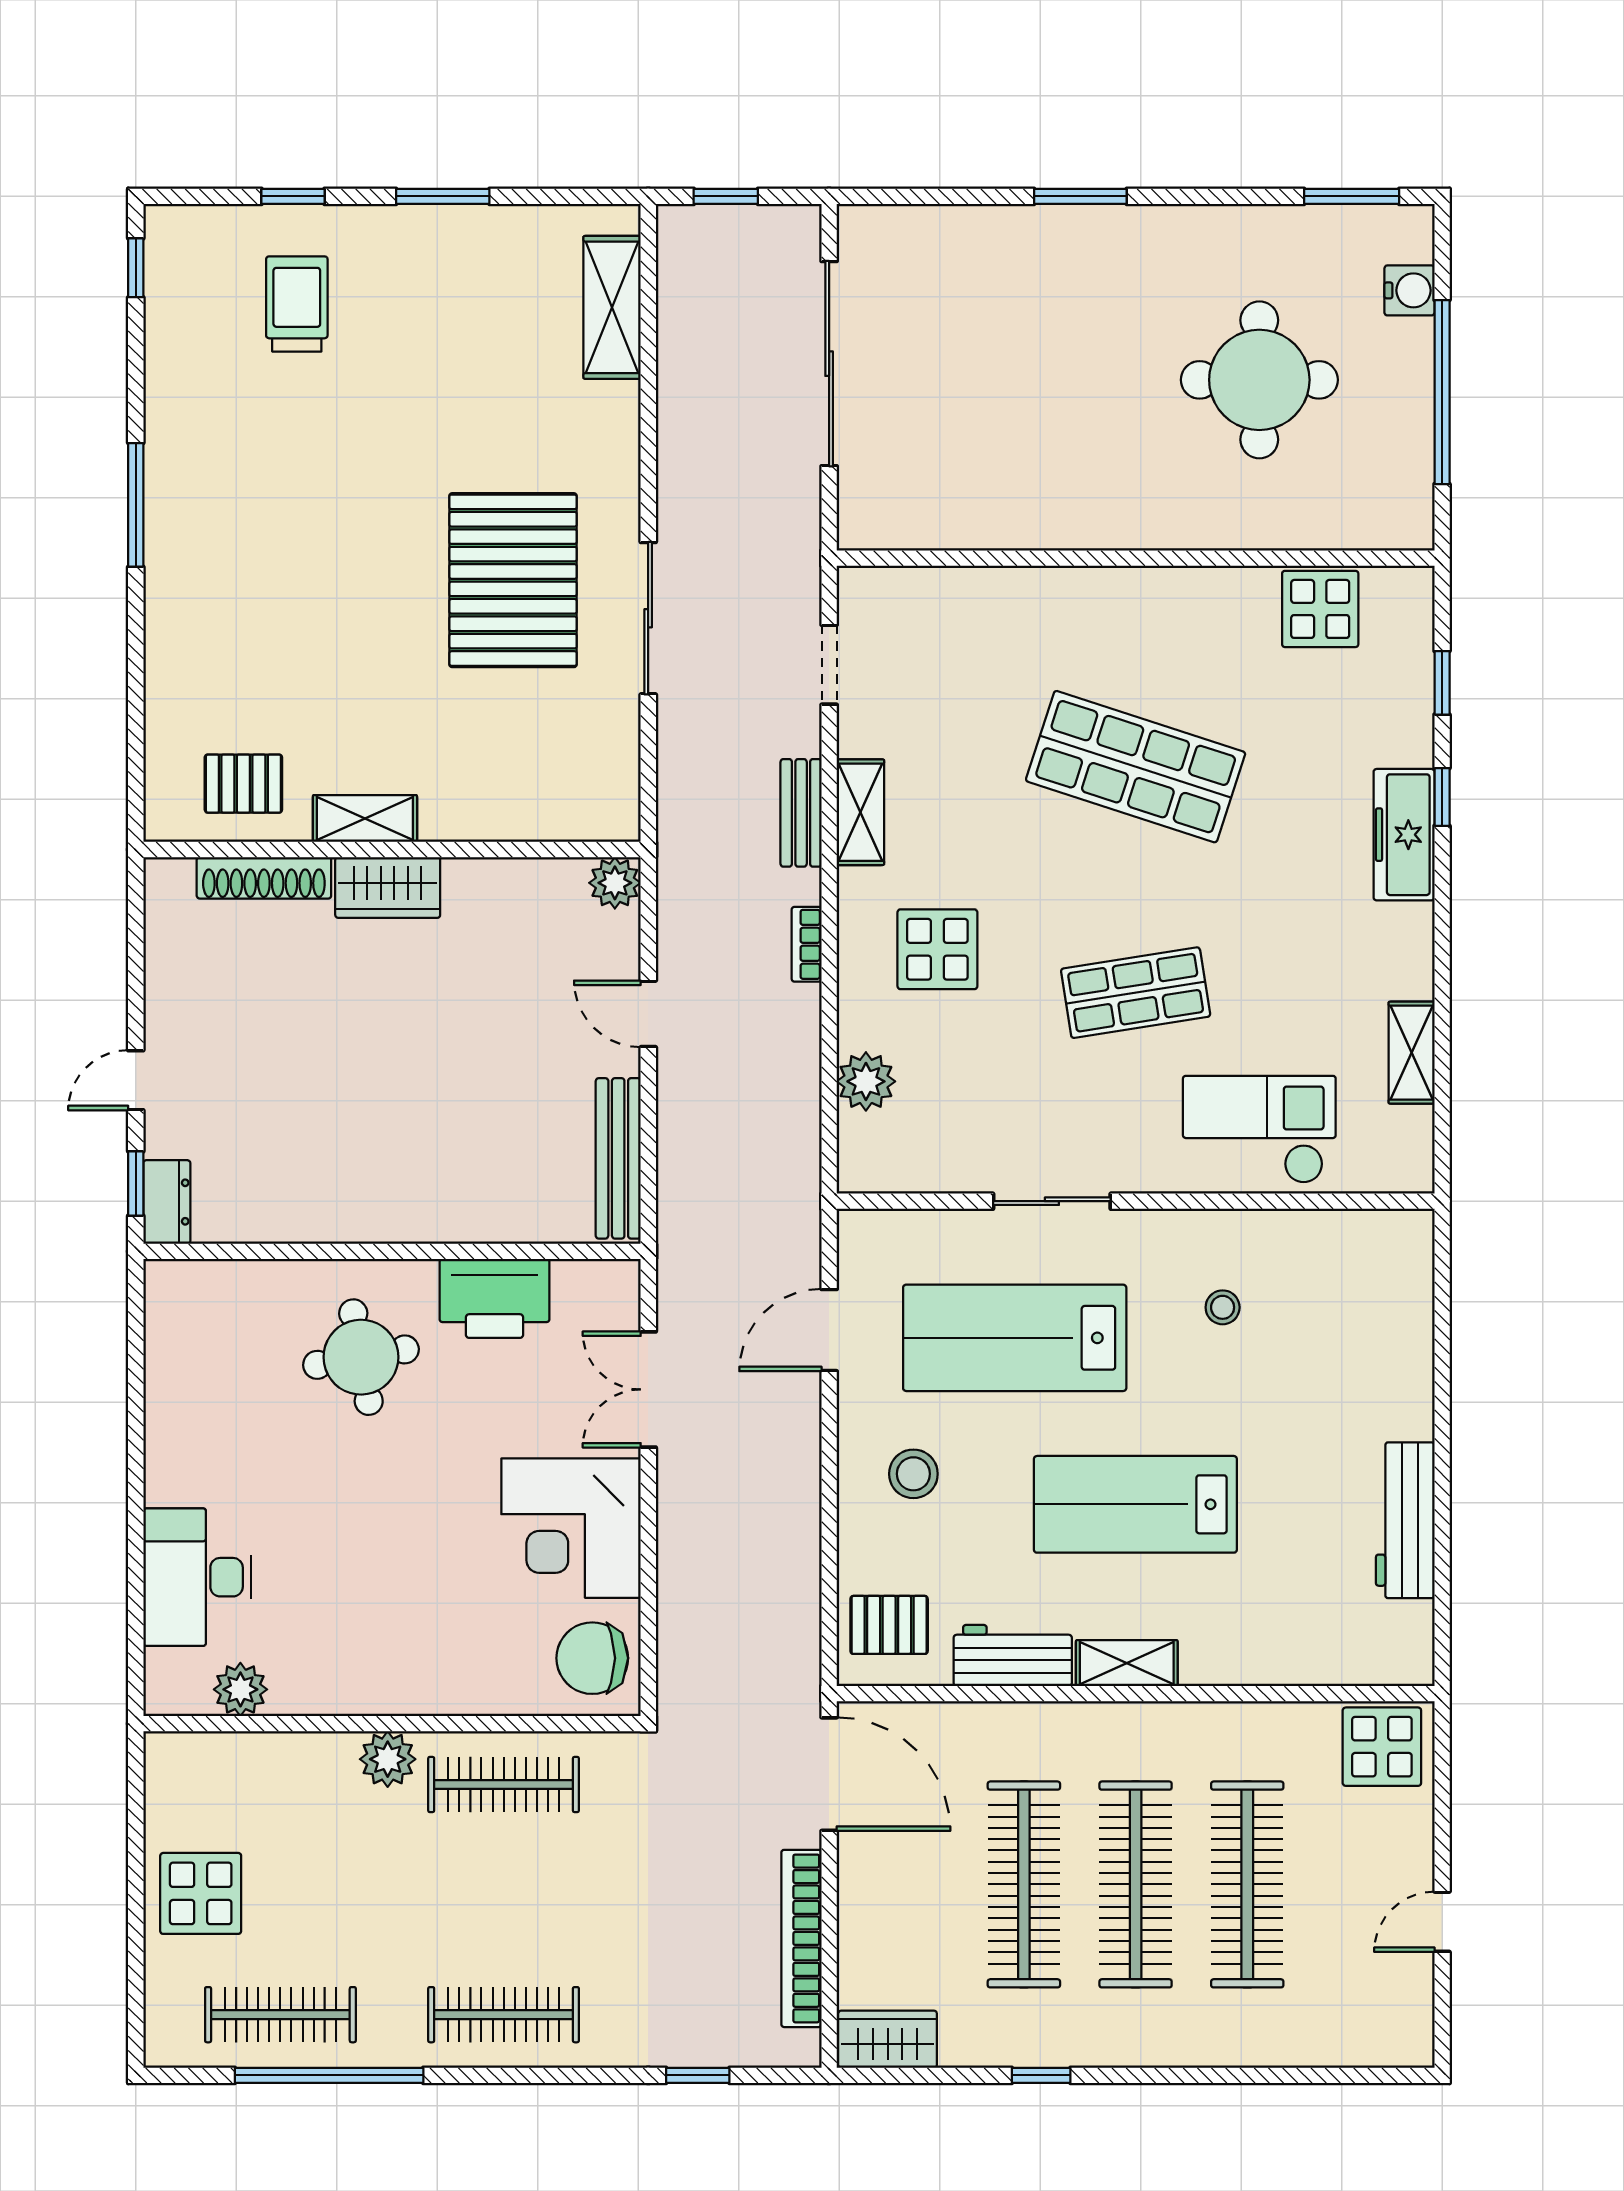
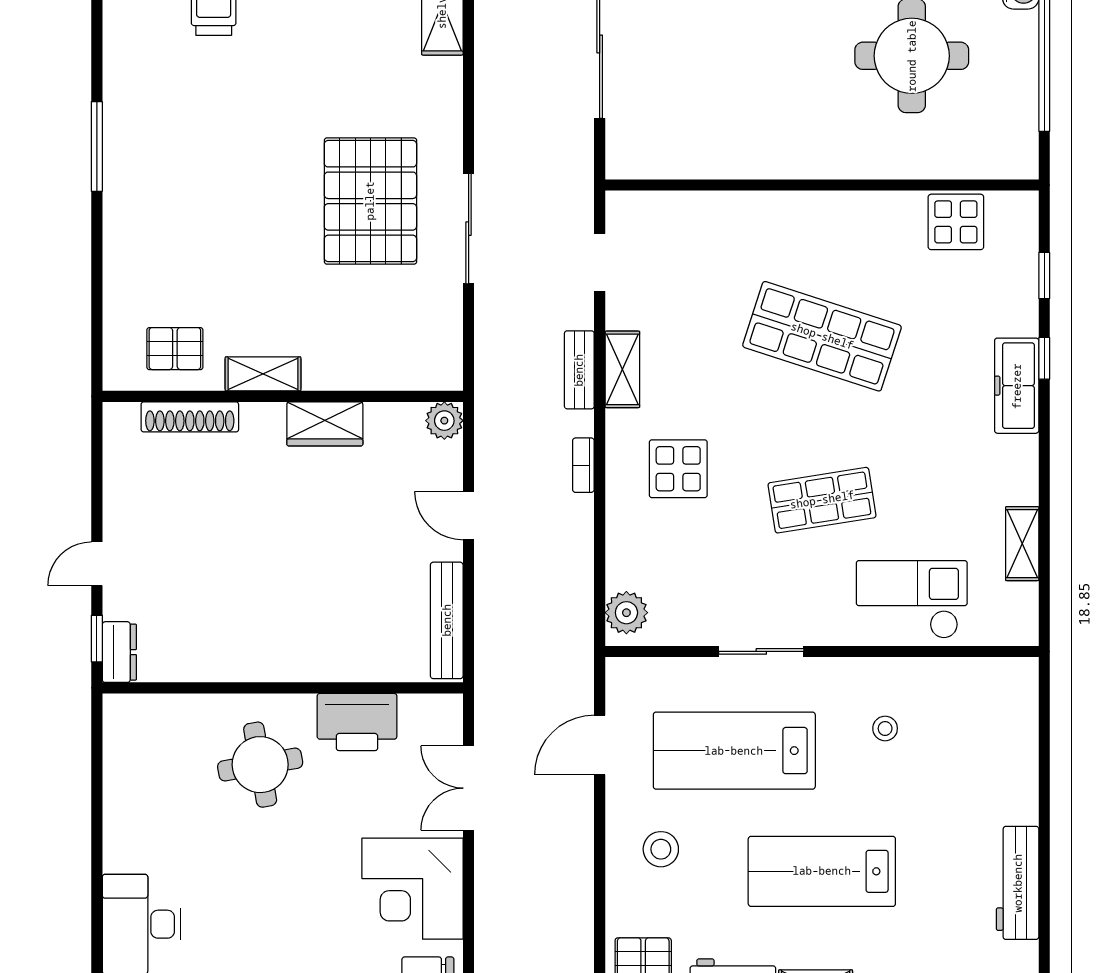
wardrobe: (388, 887) -> (325, 424), moved
plant: (866, 1081) -> (626, 613), moved

